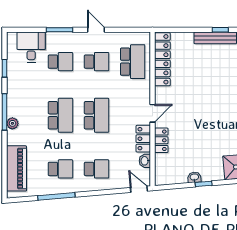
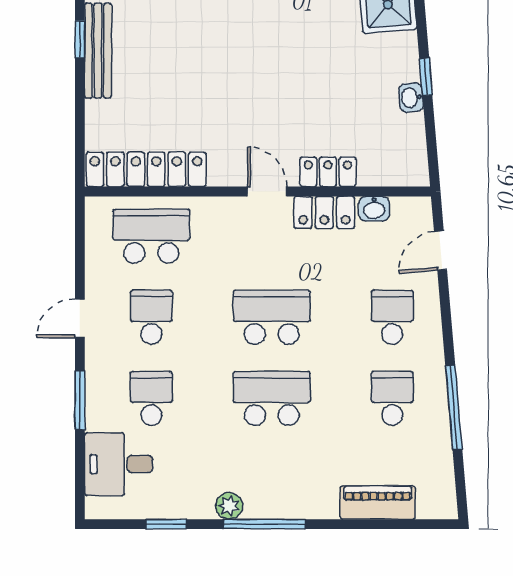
plant: (12, 123) -> (229, 506), moved
piano: (16, 168) -> (378, 503), width x0.73, depth x0.75
door: (139, 189) -> (441, 250), moved

